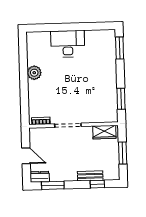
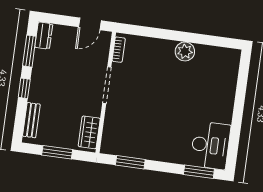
desk: (68, 44) -> (210, 145), moved
door: (26, 156) -> (90, 24), moved
bench: (90, 176) -> (31, 120), moved
window: (97, 184) -> (24, 88), moved

